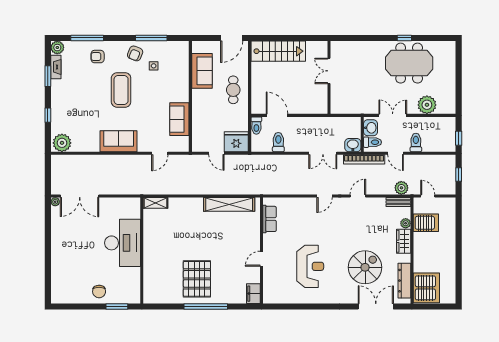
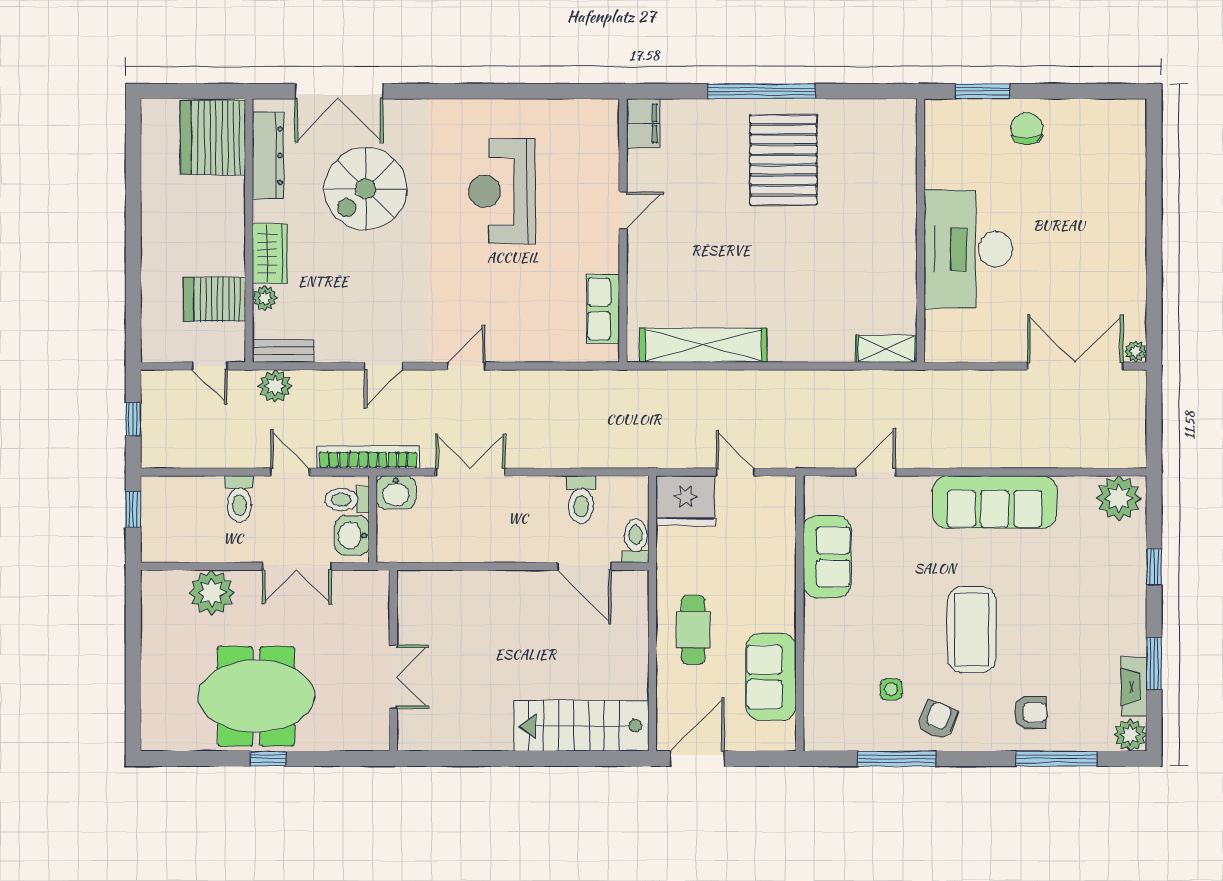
double door: (329, 71) -> (393, 677), moved
wall: (329, 77) -> (393, 661), moved
sofa: (119, 141) -> (995, 502), width x1.36

